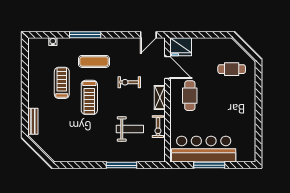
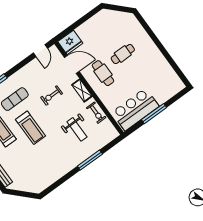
cafe table: (232, 69) -> (123, 54), moved
weight bench: (130, 129) -> (77, 129), turned 90
bar counter: (204, 149) -> (135, 109), width x0.73

